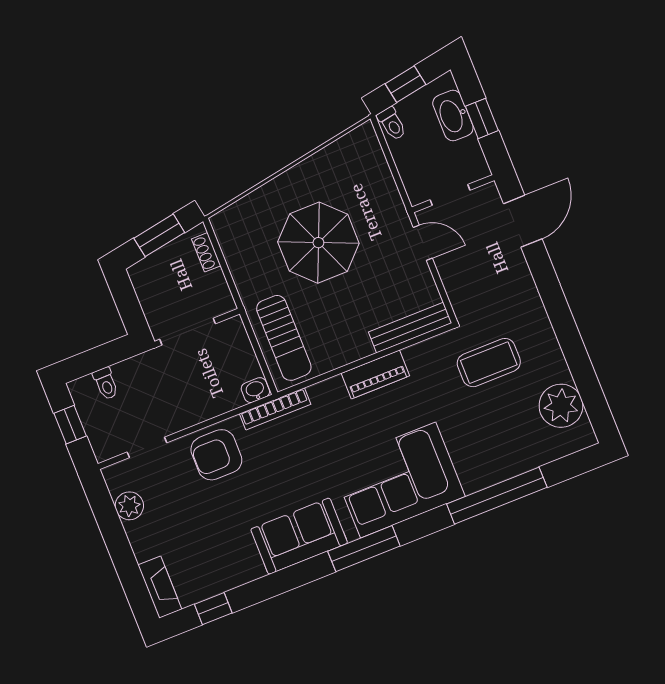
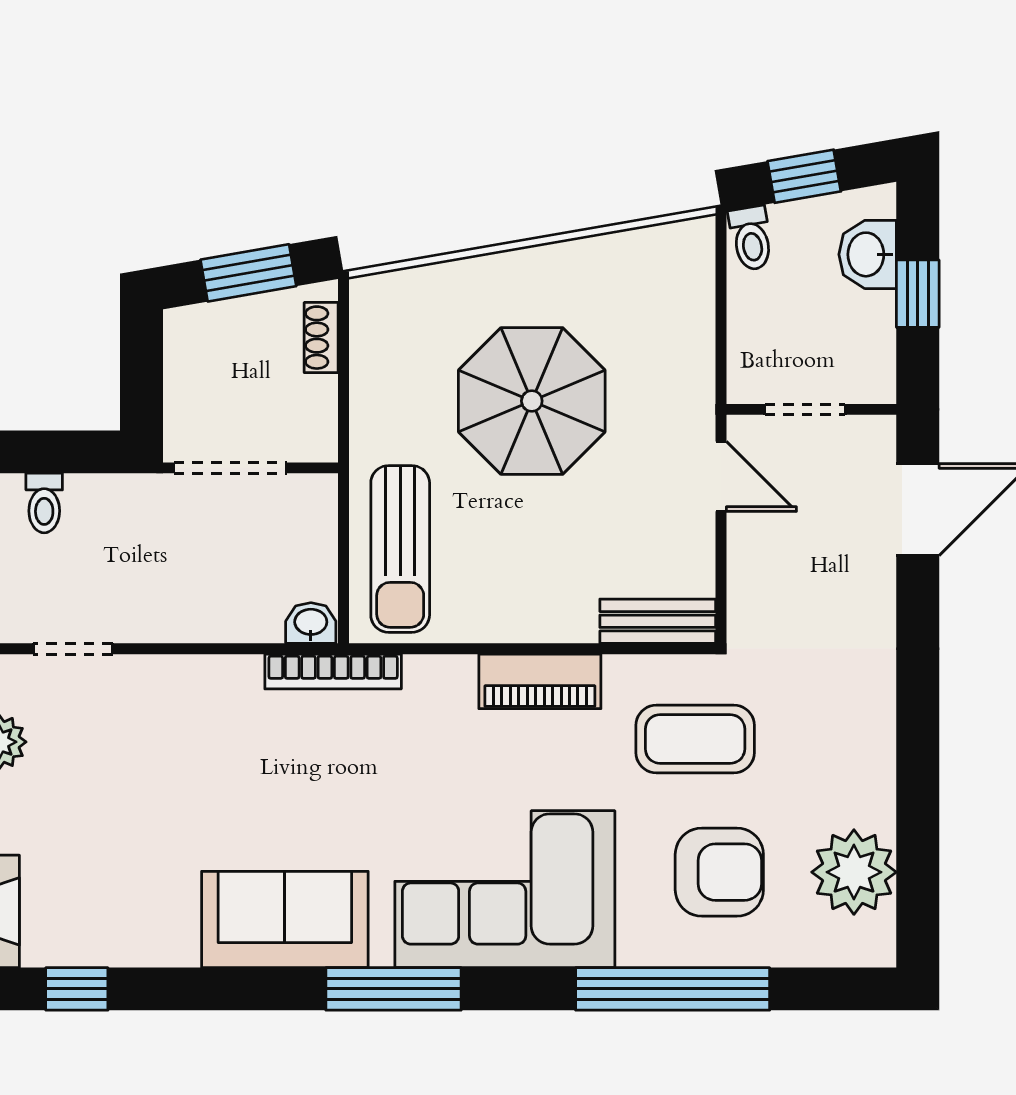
washbasin: (453, 116) -> (868, 254), width x0.72
bench: (410, 328) -> (658, 621), width x0.73
coffee table: (489, 363) -> (695, 739), moved
armchair: (216, 455) -> (719, 872), moved, turned 180

